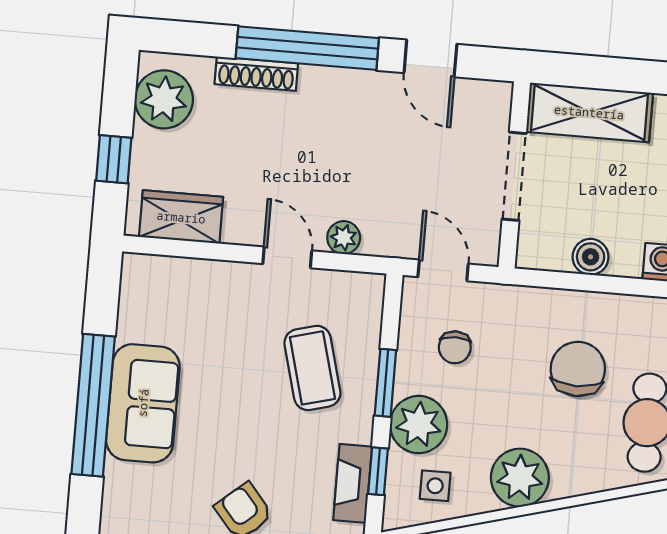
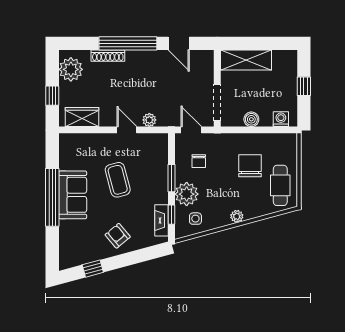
doorway: (514, 176) -> (217, 102), moved
coffee table: (312, 368) -> (118, 180), moved
plant: (520, 478) -> (237, 216), width x0.53, depth x0.53

